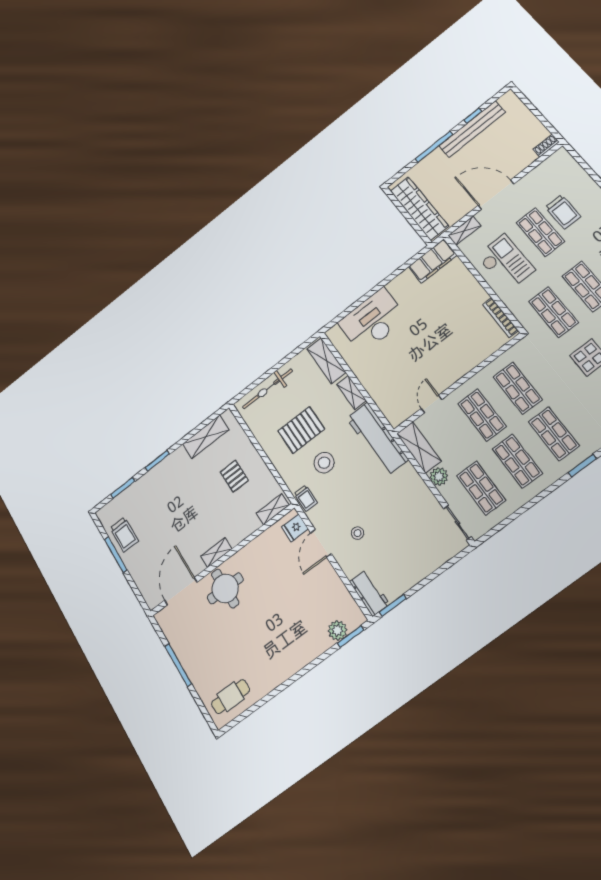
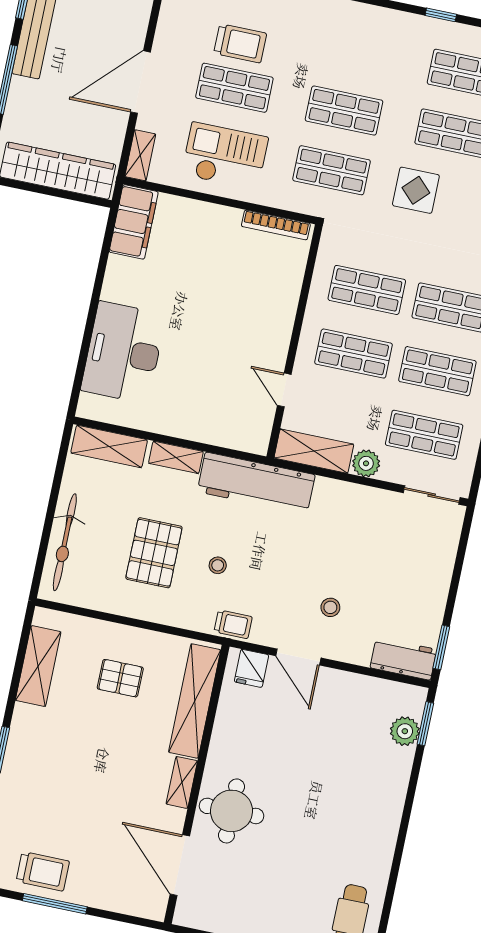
stool: (324, 463) -> (218, 565), width x0.53, depth x0.53
shelving: (273, 509) -> (195, 701), width x2.20, depth x1.33

